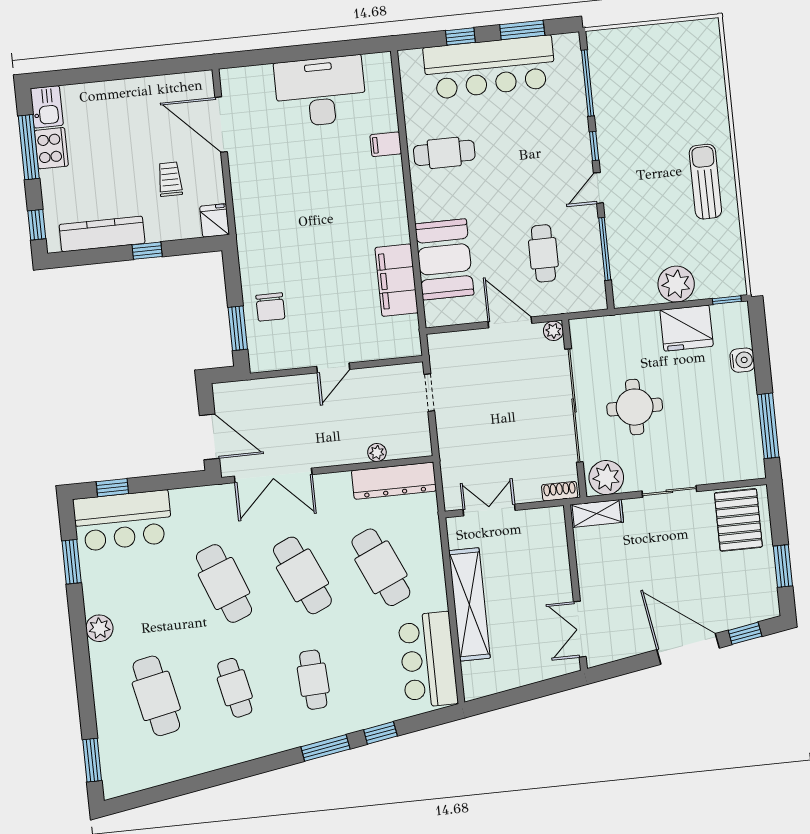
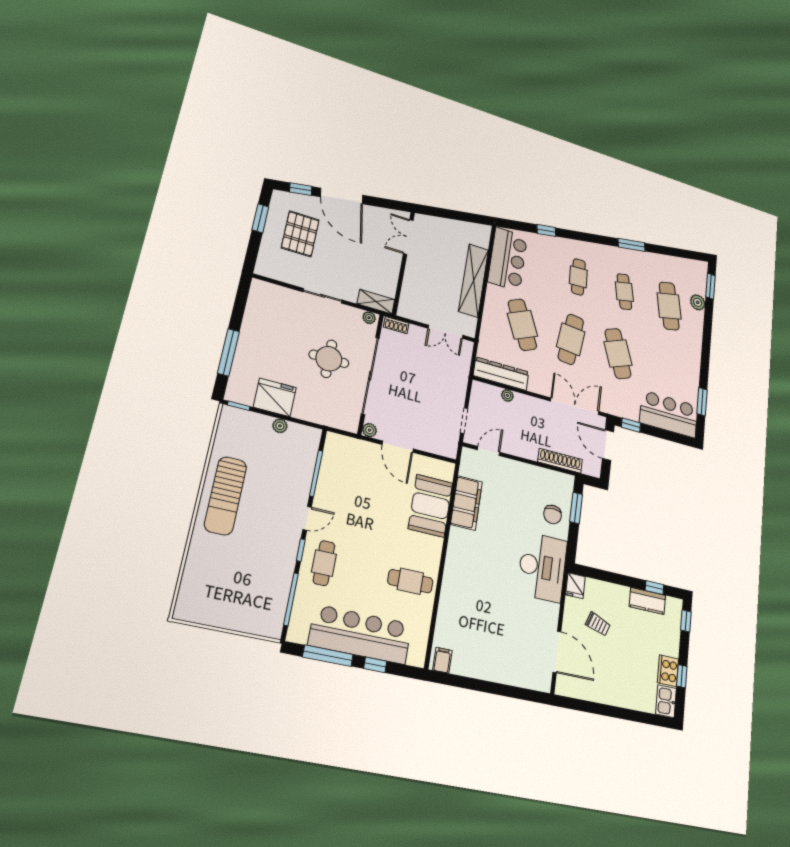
window: (522, 30) -> (328, 656), width x1.44
desk: (320, 92) -> (542, 567), moved, turned -90
filing cabinet: (386, 144) -> (442, 660), moved, turned -90
window: (29, 147) -> (682, 676), width x0.46
trolley: (170, 179) -> (598, 624), turned -70
sun lounger: (705, 182) -> (226, 496), width x1.36, depth x1.34
kitchen counter: (102, 234) -> (647, 601), width x0.67
window: (147, 251) -> (655, 588), moved
cafe table: (543, 253) -> (324, 563), moved
plant: (676, 284) -> (280, 426), width x0.53, depth x0.53
chair: (270, 307) -> (553, 515), turned 180
water cooler: (742, 360) -> (242, 361), removed
door: (333, 368) -> (489, 451), moved
shoe rack: (277, 387) -> (560, 461), added
window: (768, 426) -> (228, 352), moved
plant: (606, 478) -> (369, 318), width x0.53, depth x0.53
window: (112, 488) -> (631, 425), moved
pallet: (738, 520) -> (300, 234), moved
cafe table: (302, 575) -> (571, 339), turned 30
plant: (99, 628) -> (698, 302), moved
double door: (580, 629) -> (408, 237), swing flipped
window: (325, 748) -> (632, 245), moved

